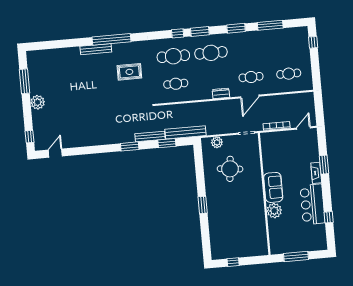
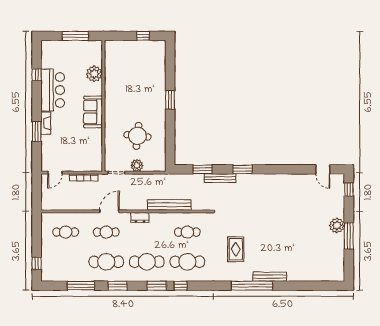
cafe table: (249, 49) -> (106, 262), added
rug: (129, 72) -> (236, 249), turned 90
window: (25, 81) -> (349, 236), moved
bench: (185, 132) -> (169, 205), moved
plant: (217, 142) -> (137, 165), moved
door: (55, 153) -> (323, 169), hinge flipped
plant: (274, 211) -> (94, 74), moved

